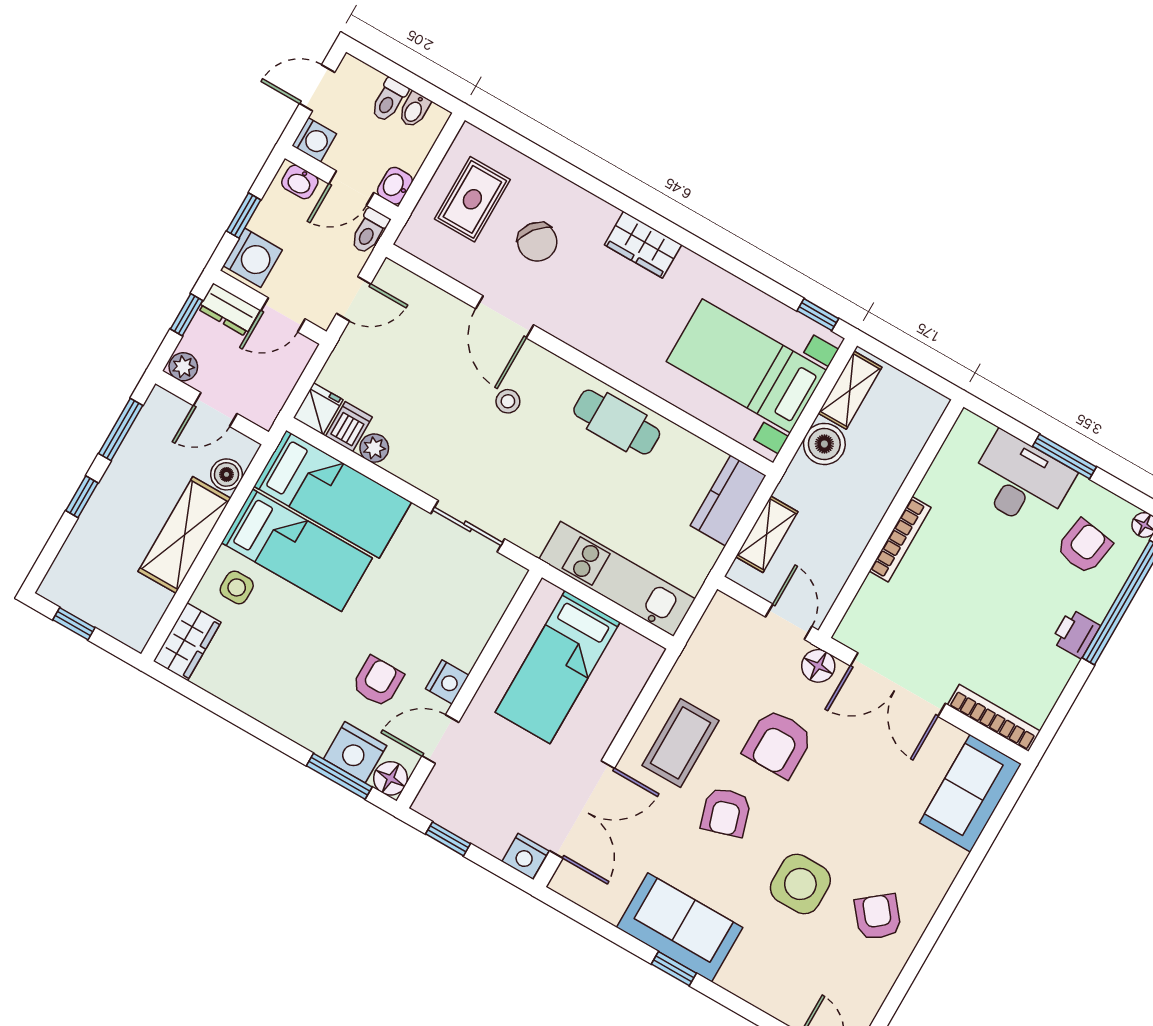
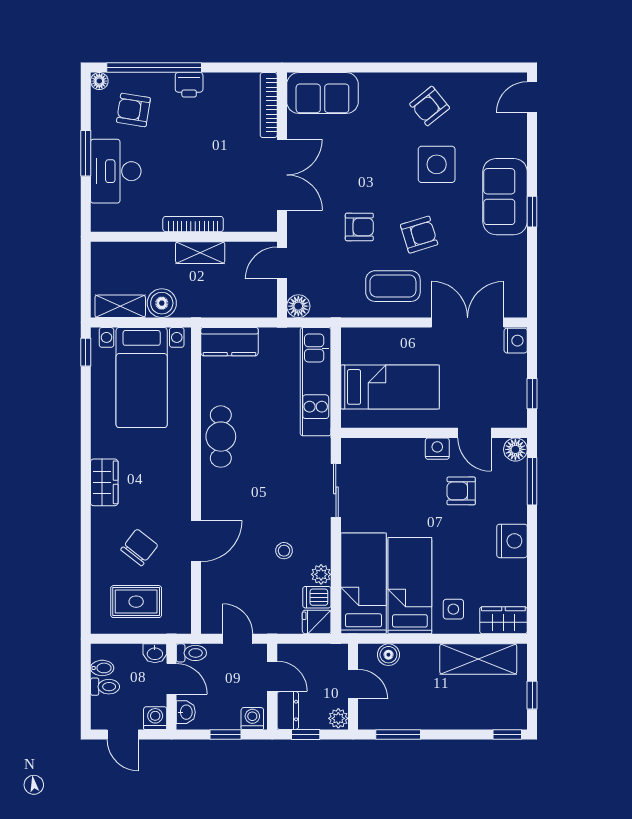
washing machine: (253, 258) -> (252, 718), width x0.73, depth x0.73
stool: (508, 401) -> (284, 551), moved
window: (82, 497) -> (507, 734), moved
shelving: (767, 534) -> (200, 253), moved
shelving: (184, 535) -> (478, 659), moved
floor lamp: (818, 666) -> (298, 306), moved
armchair: (778, 743) -> (359, 227), width x0.72, depth x0.72
nightstand: (355, 752) -> (512, 541), moved
sofa: (680, 927) -> (505, 197), moved

